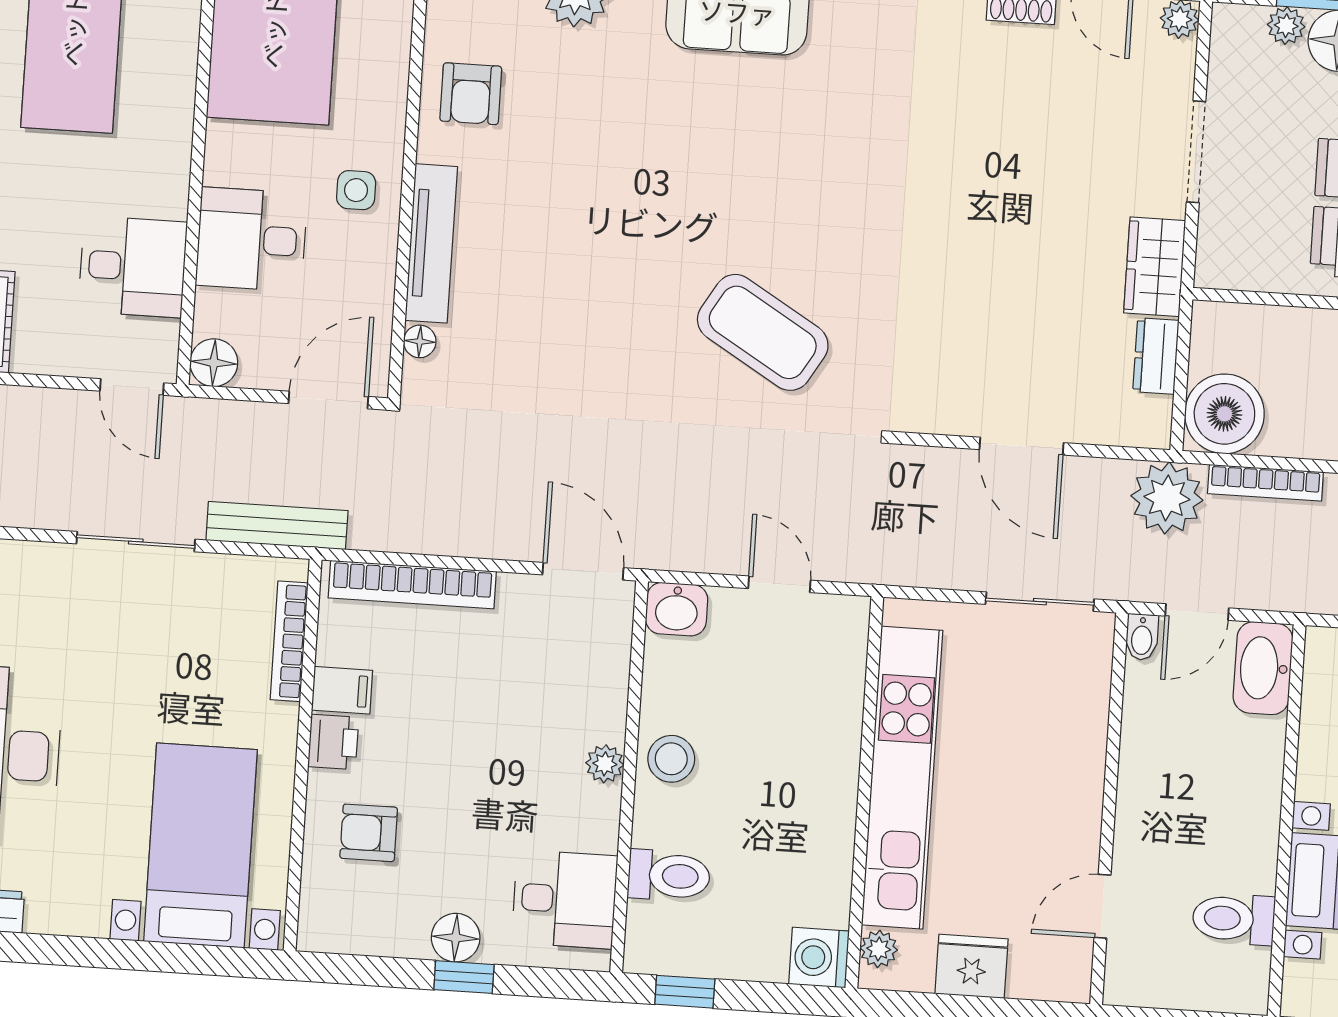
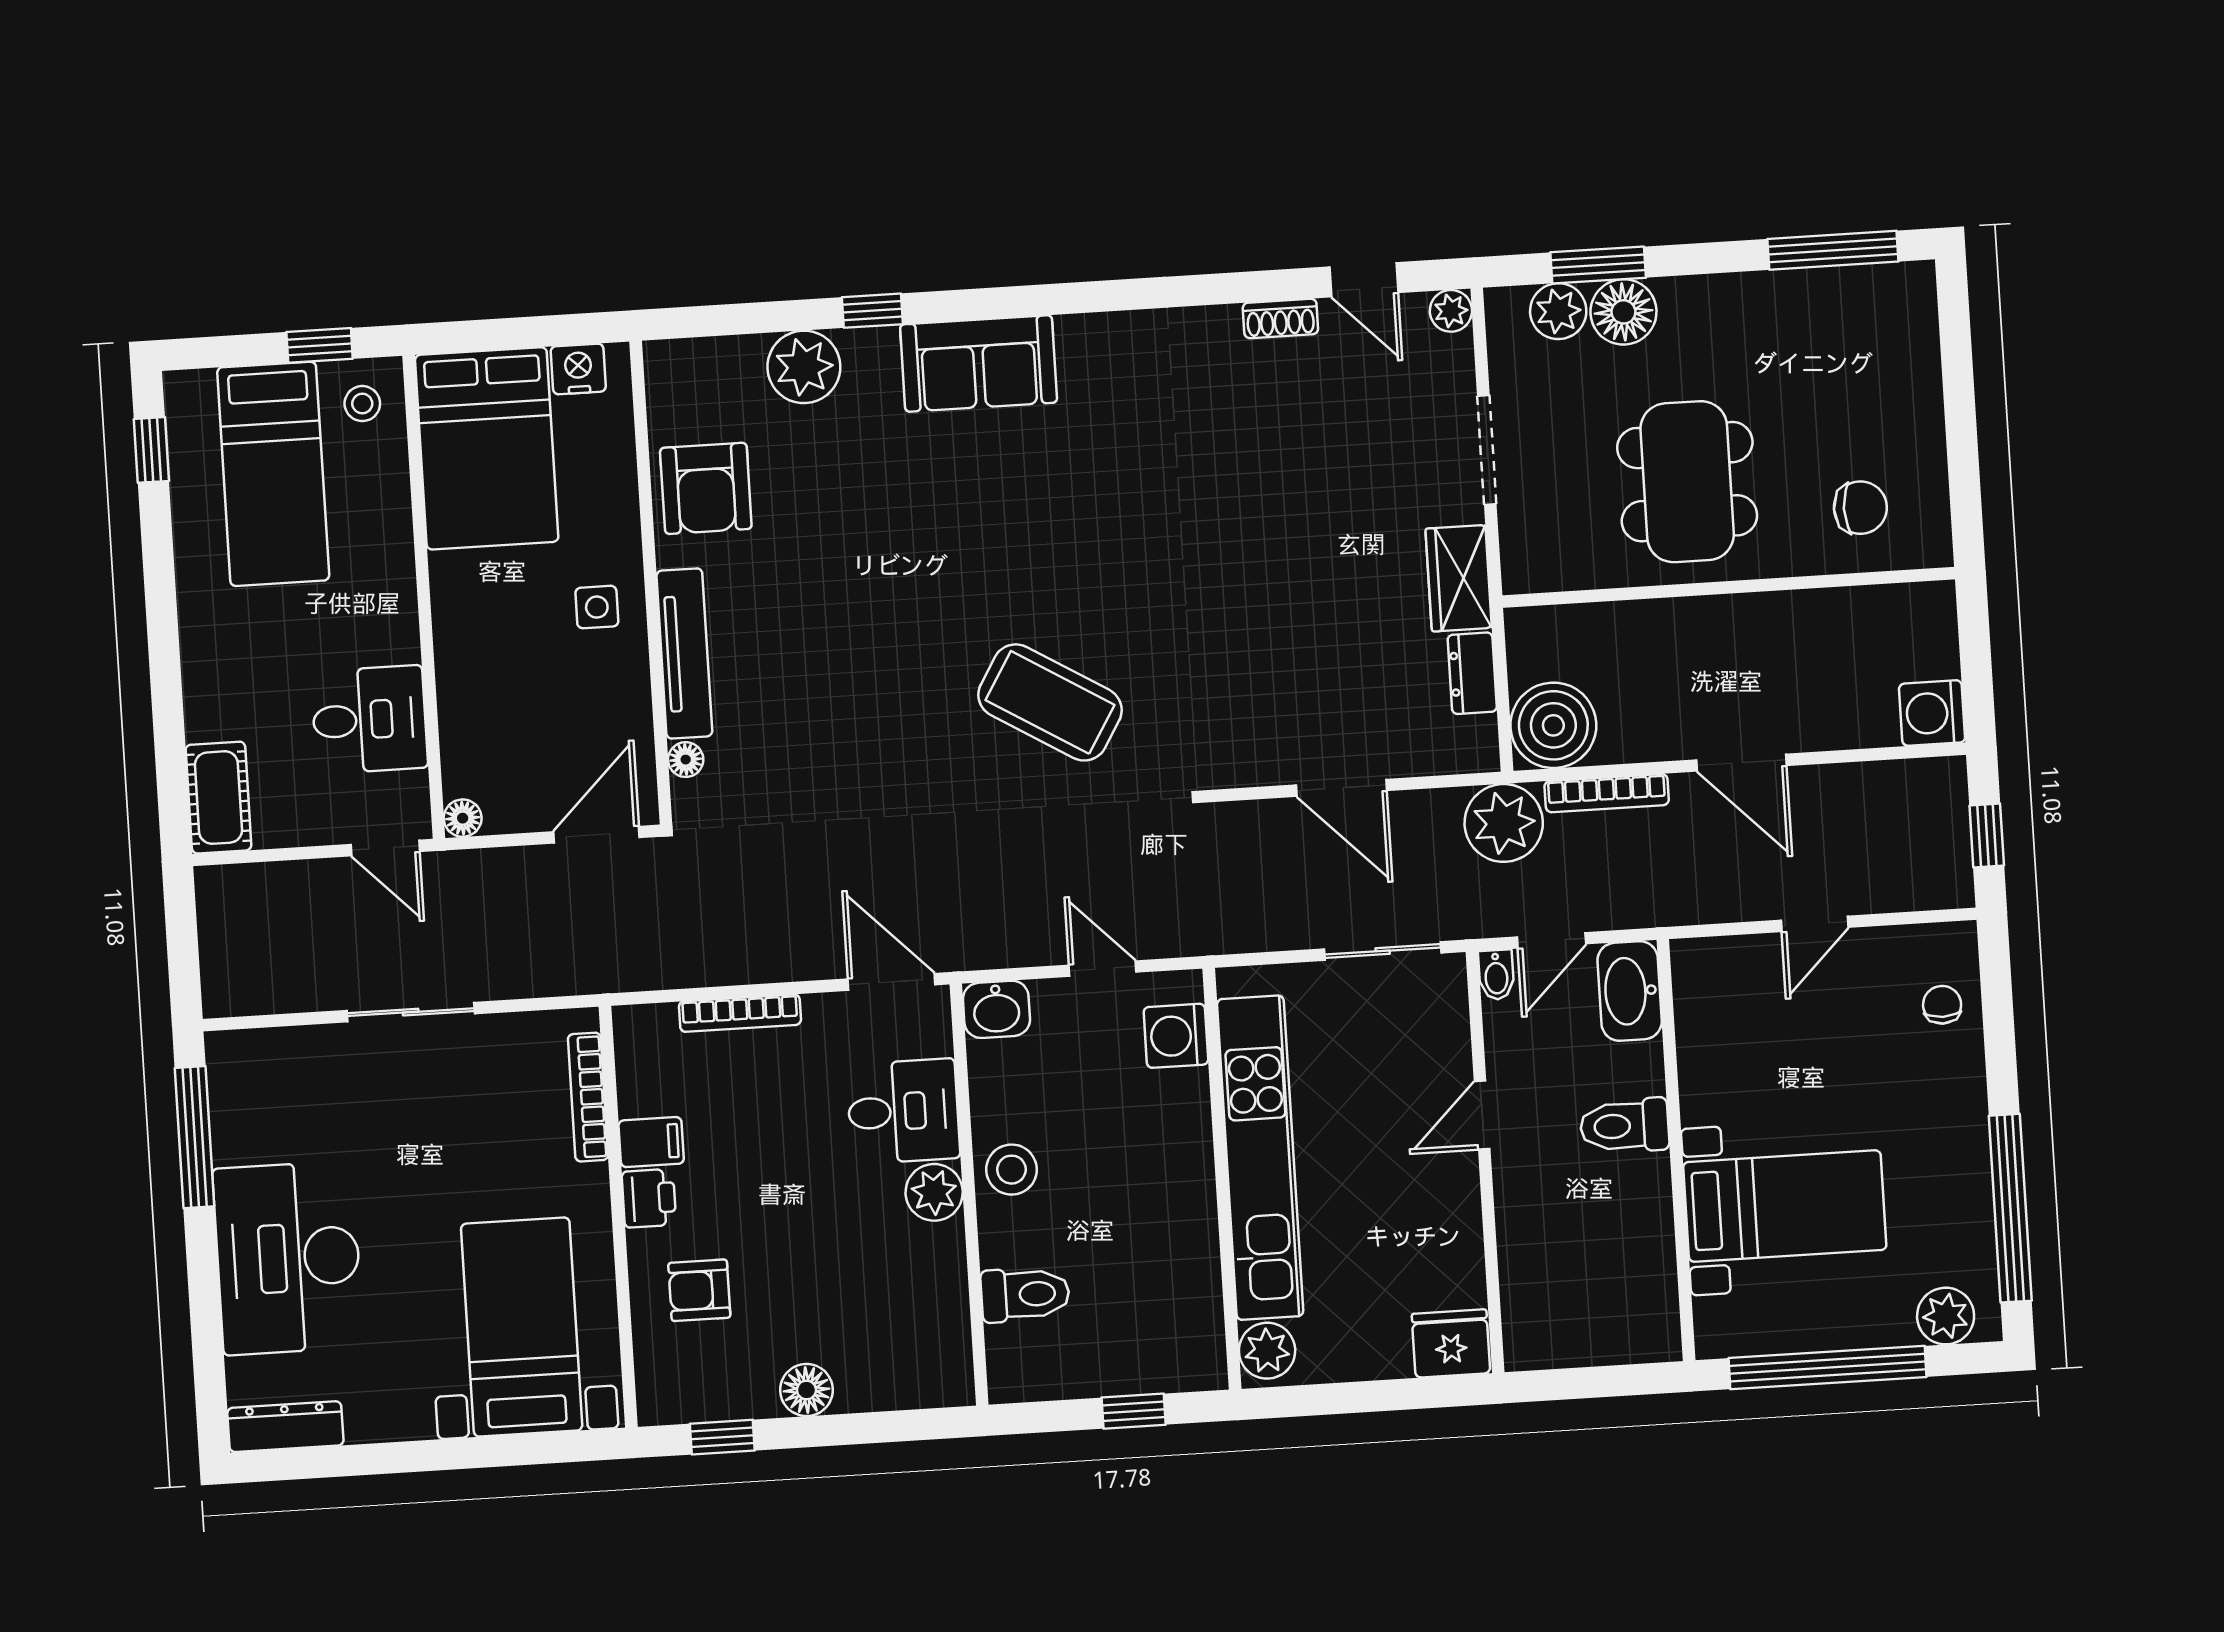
plant: (1286, 26) -> (1558, 311), width x1.38, depth x1.38
armchair: (471, 94) -> (706, 488), width x1.38, depth x1.38
desk: (251, 239) -> (492, 674), removed
floor lamp: (214, 363) -> (463, 818), width x0.73, depth x0.73
bench: (277, 526) -> (559, 976), removed
bookcase: (412, 585) -> (740, 1013), width x0.68, depth x0.76
plant: (605, 764) -> (934, 1192), width x1.38, depth x1.38
desk: (565, 899) -> (903, 1111), moved
door: (1103, 906) -> (1482, 1115), moved
toilet: (1234, 919) -> (1624, 1126), moved
plant: (879, 949) -> (1267, 1351), width x1.38, depth x1.38
washing machine: (819, 958) -> (1176, 1036), moved
fridge: (972, 966) -> (1451, 1343), moved
window: (464, 977) -> (722, 1437), moved
window: (685, 992) -> (1134, 1411), moved

